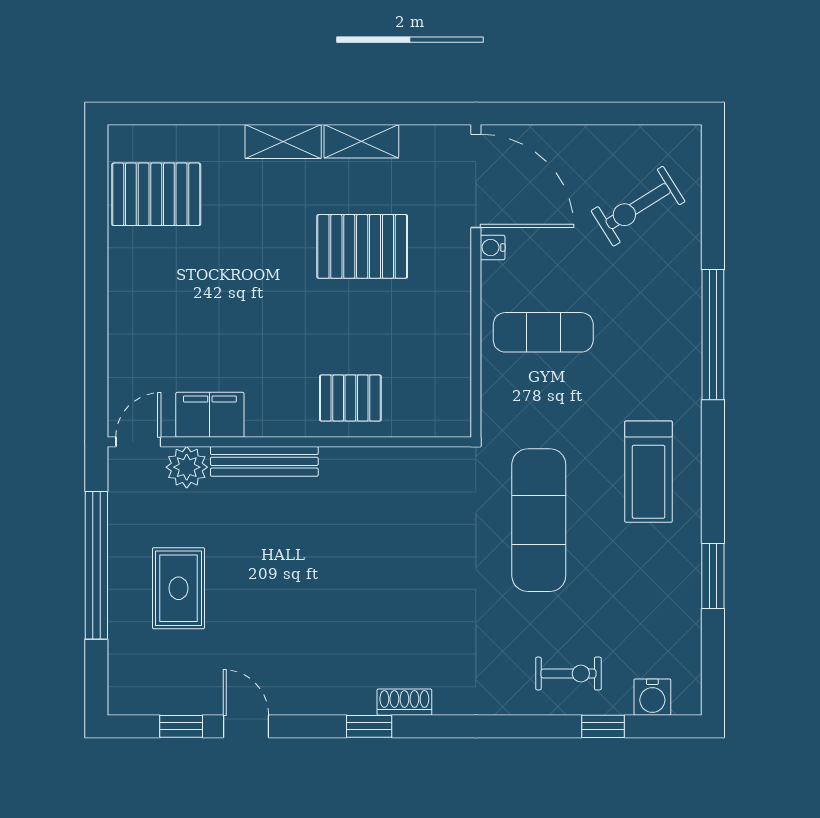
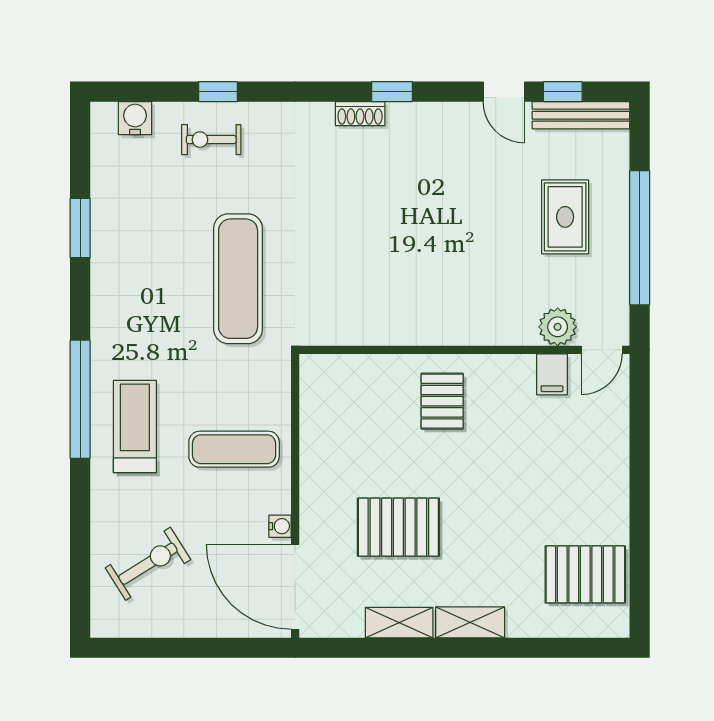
window: (713, 335) -> (80, 399), moved
pallet: (350, 398) -> (442, 401), moved, turned 90
filing cabinet: (210, 415) -> (552, 374), width x0.50
bench: (264, 461) -> (581, 115), moved
treadmill: (648, 472) -> (135, 427), moved
window: (603, 726) -> (218, 92), moved

